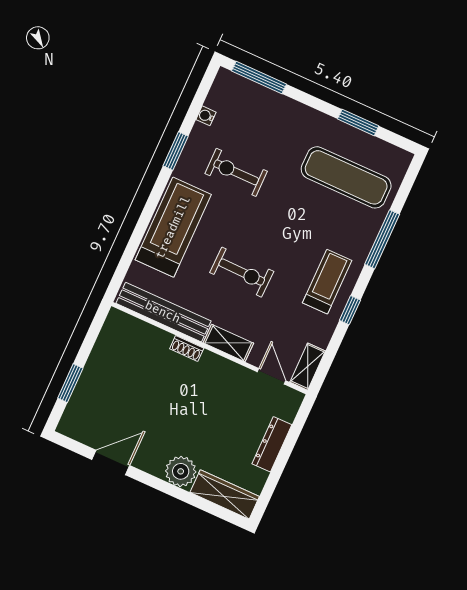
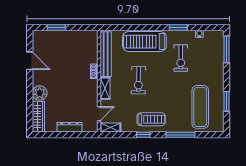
exercise bike: (236, 172) -> (181, 58), turned 180
treadmill: (173, 227) -> (144, 42), turned 180

